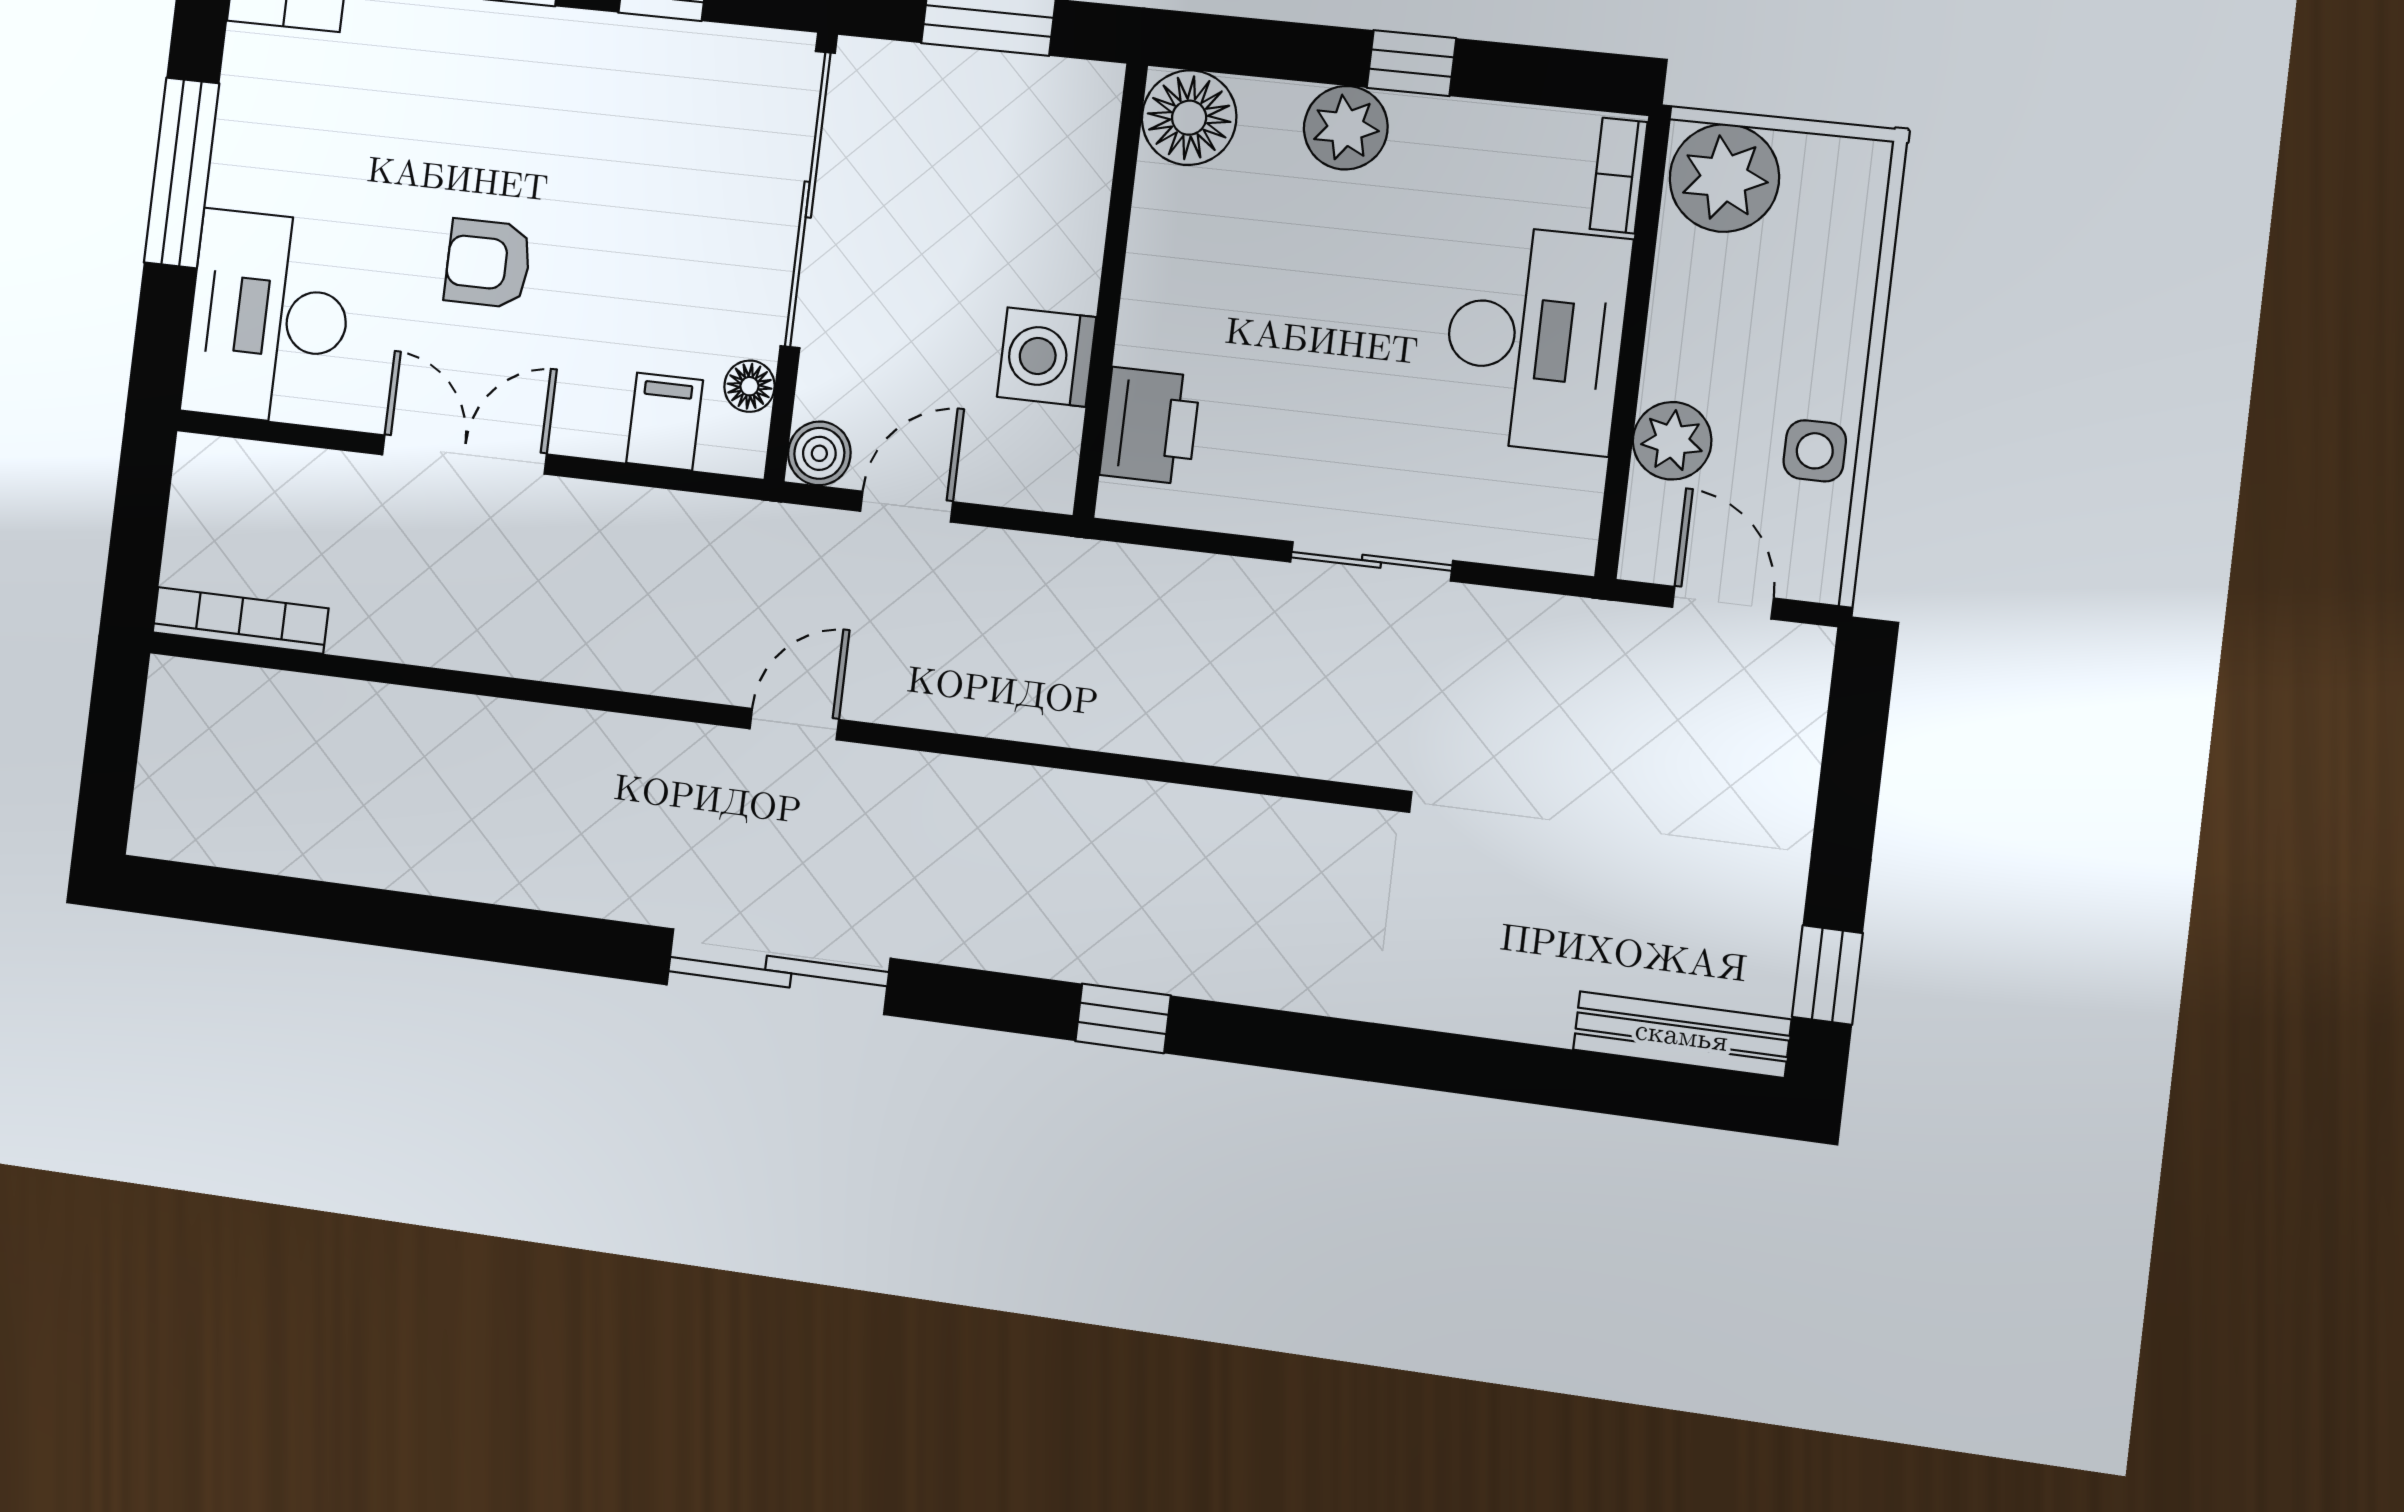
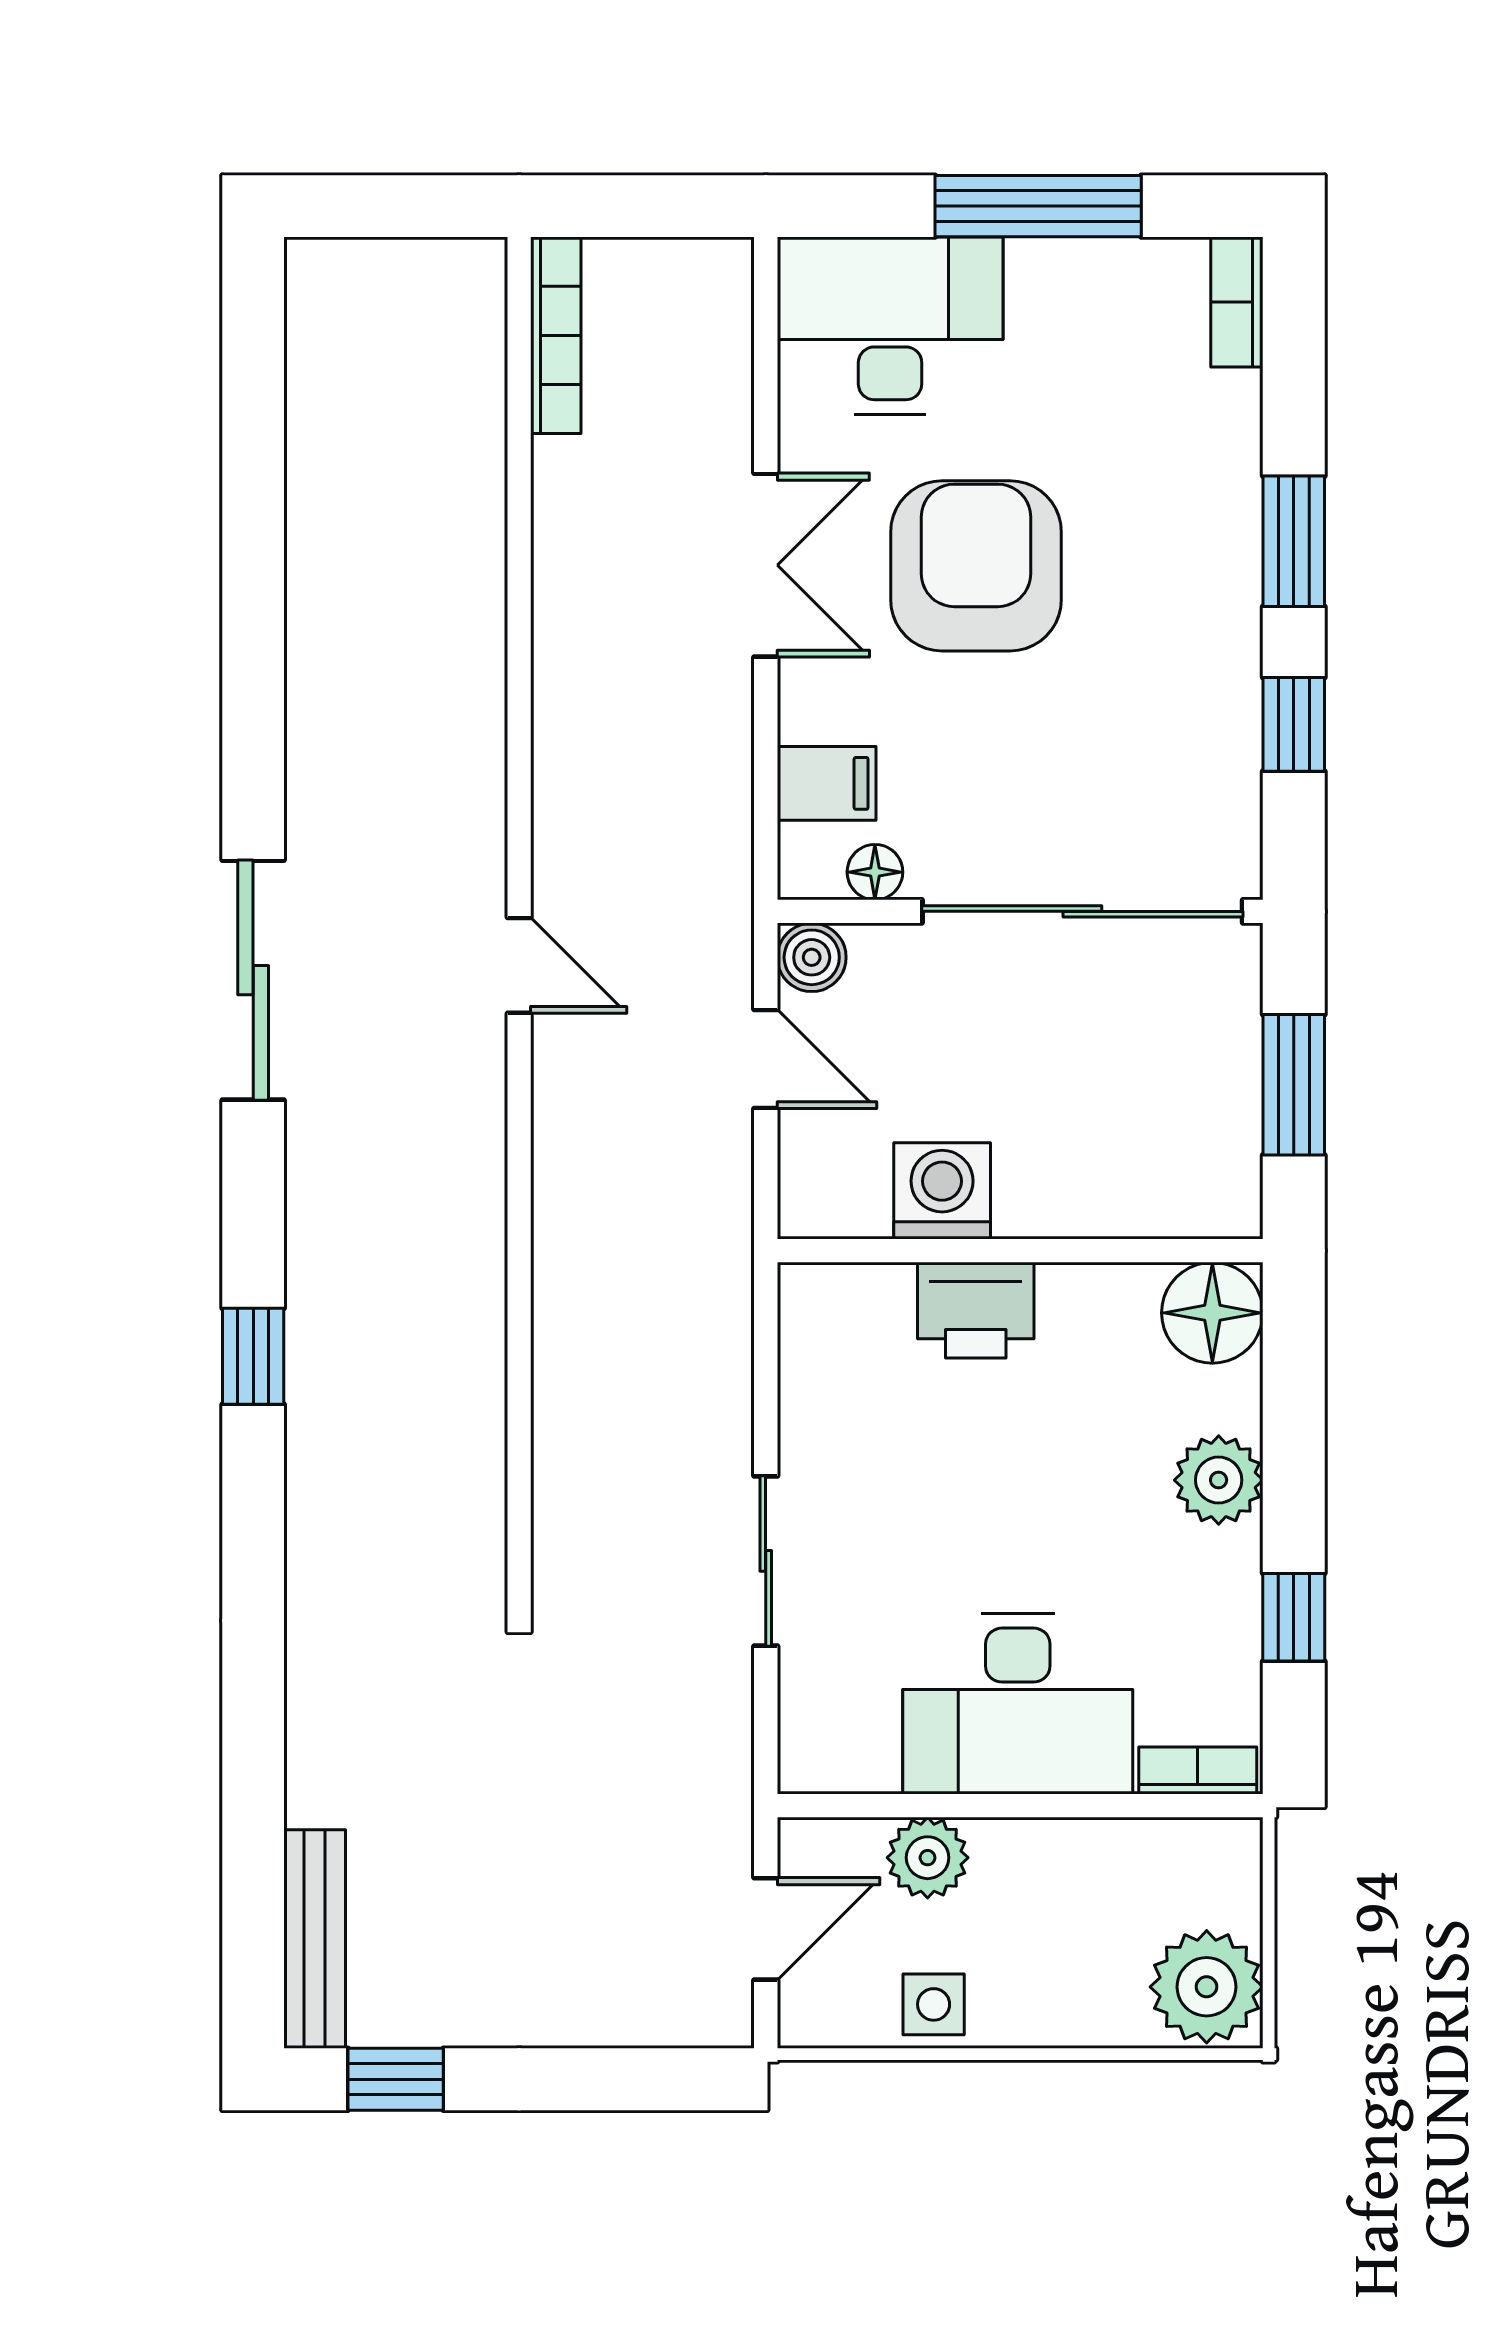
window: (1411, 63) -> (1294, 1617), moved
plant: (1724, 178) -> (1207, 1987), moved
armchair: (488, 263) -> (976, 566), width x1.88, depth x1.88
printer: (1150, 426) -> (976, 1310), moved

